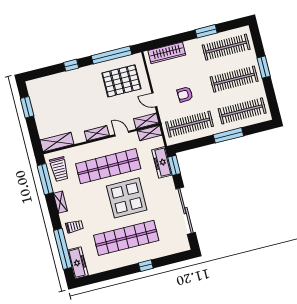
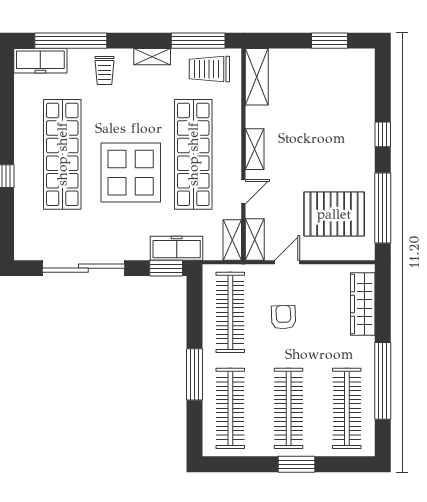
window: (206, 31) -> (383, 381), width x2.11
pallet: (121, 81) -> (334, 214), turned 90

